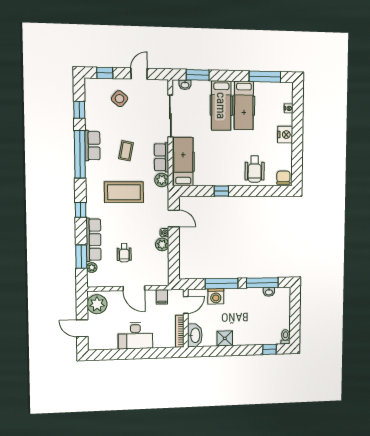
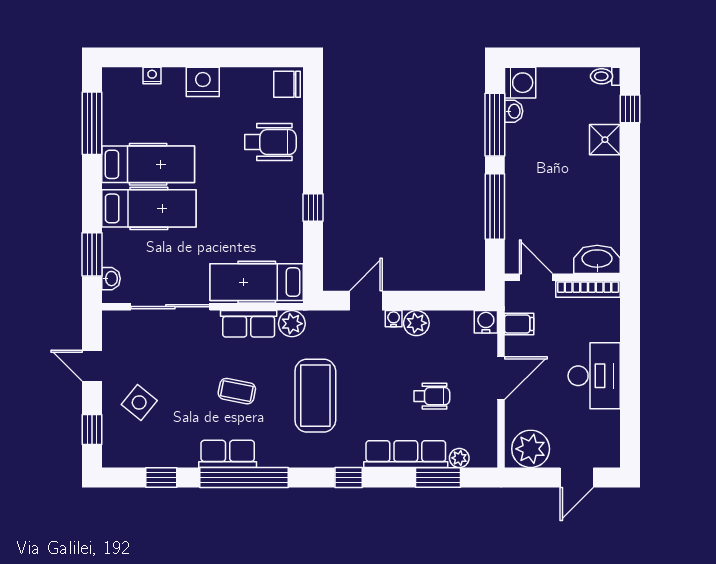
water cooler: (163, 280) -> (486, 322), added
washing machine: (216, 296) -> (520, 83), moved
shower: (225, 338) -> (605, 140), moved

